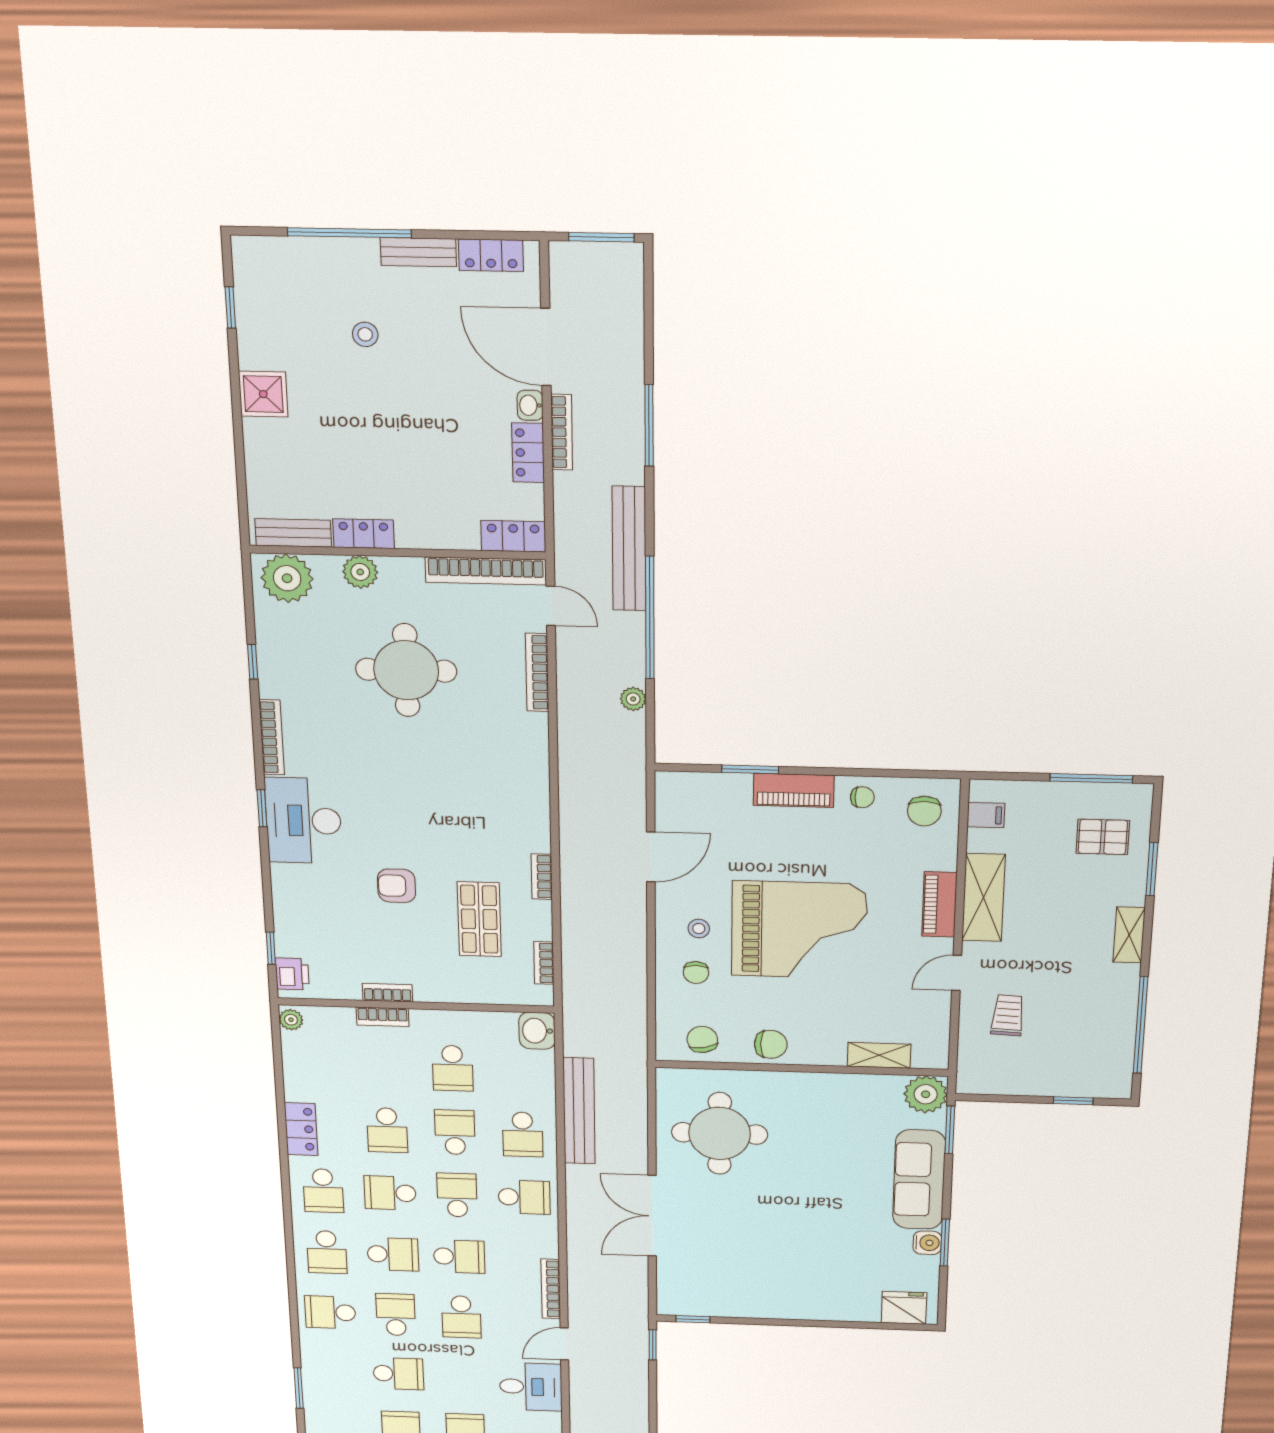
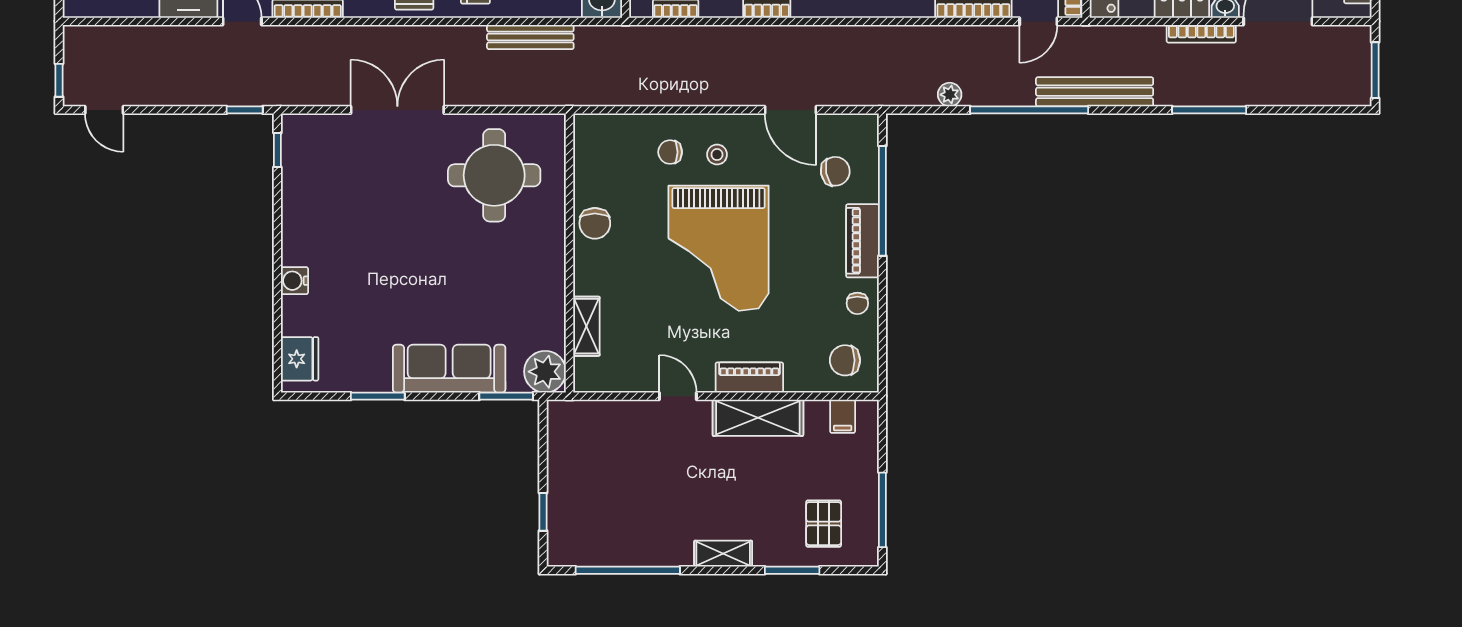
window: (750, 769) -> (882, 201), width x2.11
trolley: (1008, 1015) -> (634, 446), removed
chair: (702, 1039) -> (835, 171), moved
bench: (579, 1111) -> (530, 37), width x0.73, depth x0.82
water cooler: (927, 1243) -> (294, 281), moved, turned 90

